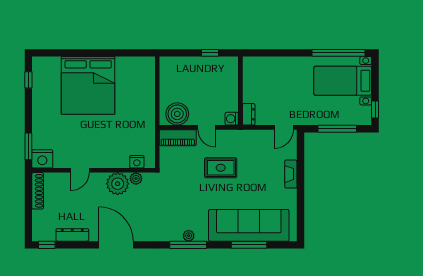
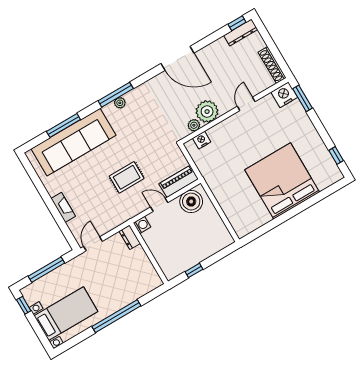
window: (339, 53) -> (116, 316), moved
dresser: (72, 235) -> (241, 33), moved

